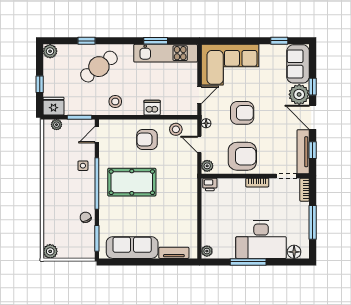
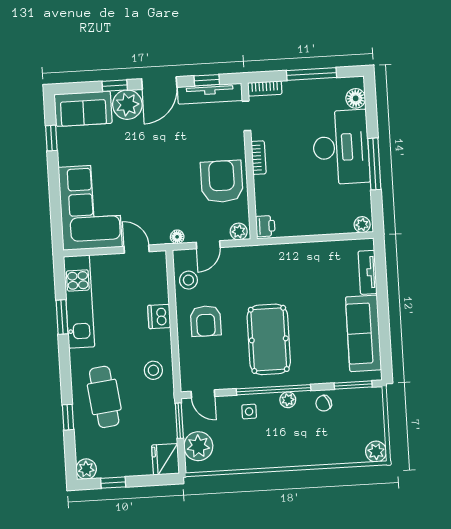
cafe table: (99, 67) -> (104, 397), turned 30
window: (40, 84) -> (113, 483), moved
armchair: (242, 113) -> (159, 186), removed
plant: (57, 125) -> (198, 446), width x1.87, depth x1.87
plant: (89, 193) -> (288, 400), added

